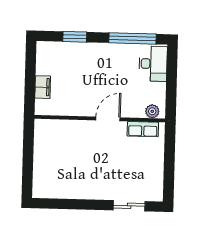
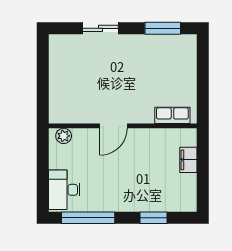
row of seats: (143, 129) -> (172, 115), moved
window: (62, 204) -> (163, 28), added
sliding door: (129, 206) -> (100, 28), moved

